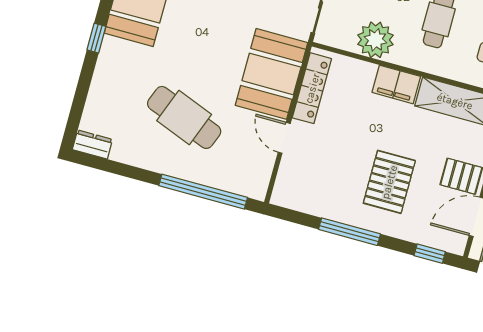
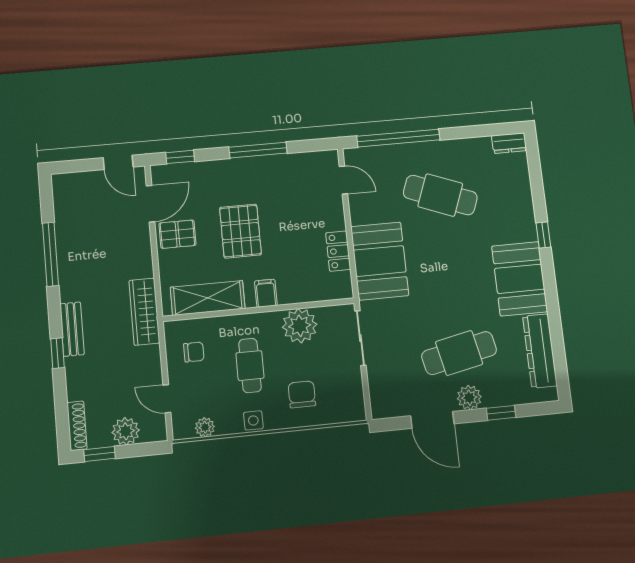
filing cabinet: (396, 84) -> (266, 293), width x0.50
locker: (312, 88) -> (338, 251), width x0.66
door: (284, 138) -> (343, 180), moved
pallet: (389, 182) -> (240, 231), moved

